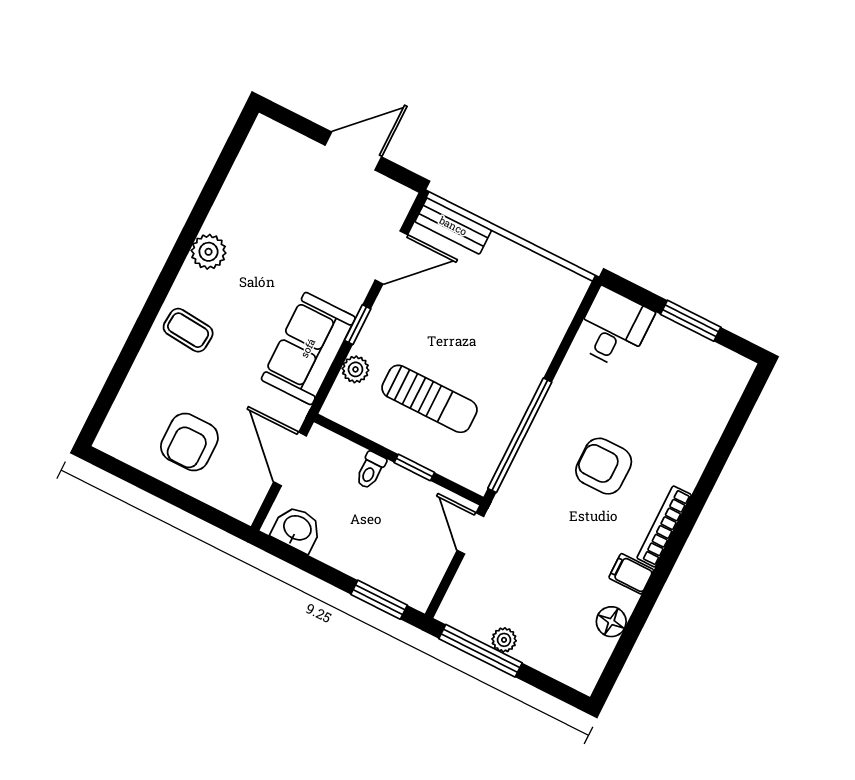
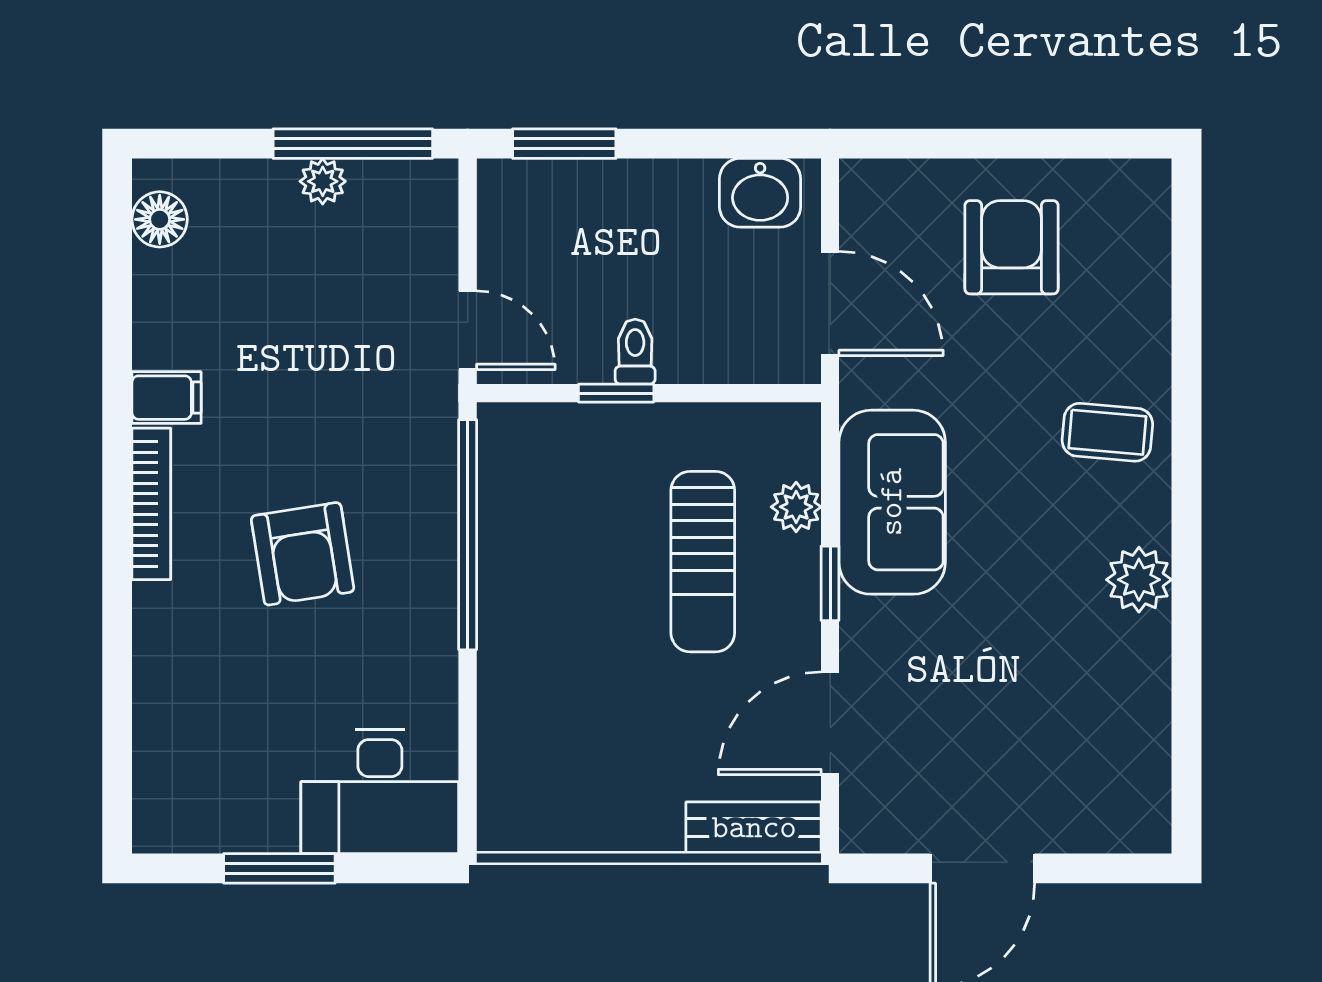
desk: (614, 328) -> (380, 792), width x1.37
sun lounger: (429, 399) -> (703, 562), moved, turned -90
armchair: (604, 466) -> (303, 554), turned 81
toilet: (371, 470) -> (635, 352), moved
floor lamp: (611, 622) -> (160, 219), moved

